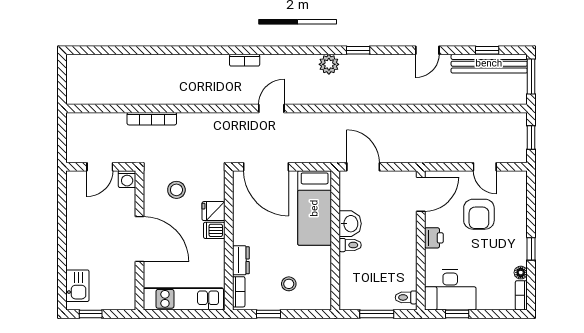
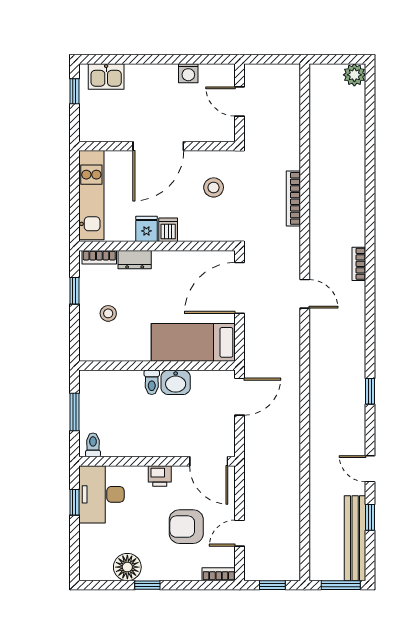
window: (487, 50) -> (370, 517), moved
plant: (329, 64) -> (354, 75), moved
bookcase: (152, 119) -> (293, 198), moved
washing machine: (127, 179) -> (188, 73), moved, turned -90
fridge: (213, 211) -> (146, 229), moved
floor lamp: (521, 273) -> (127, 567), width x1.89, depth x1.89
bookcase: (521, 295) -> (219, 574), moved

